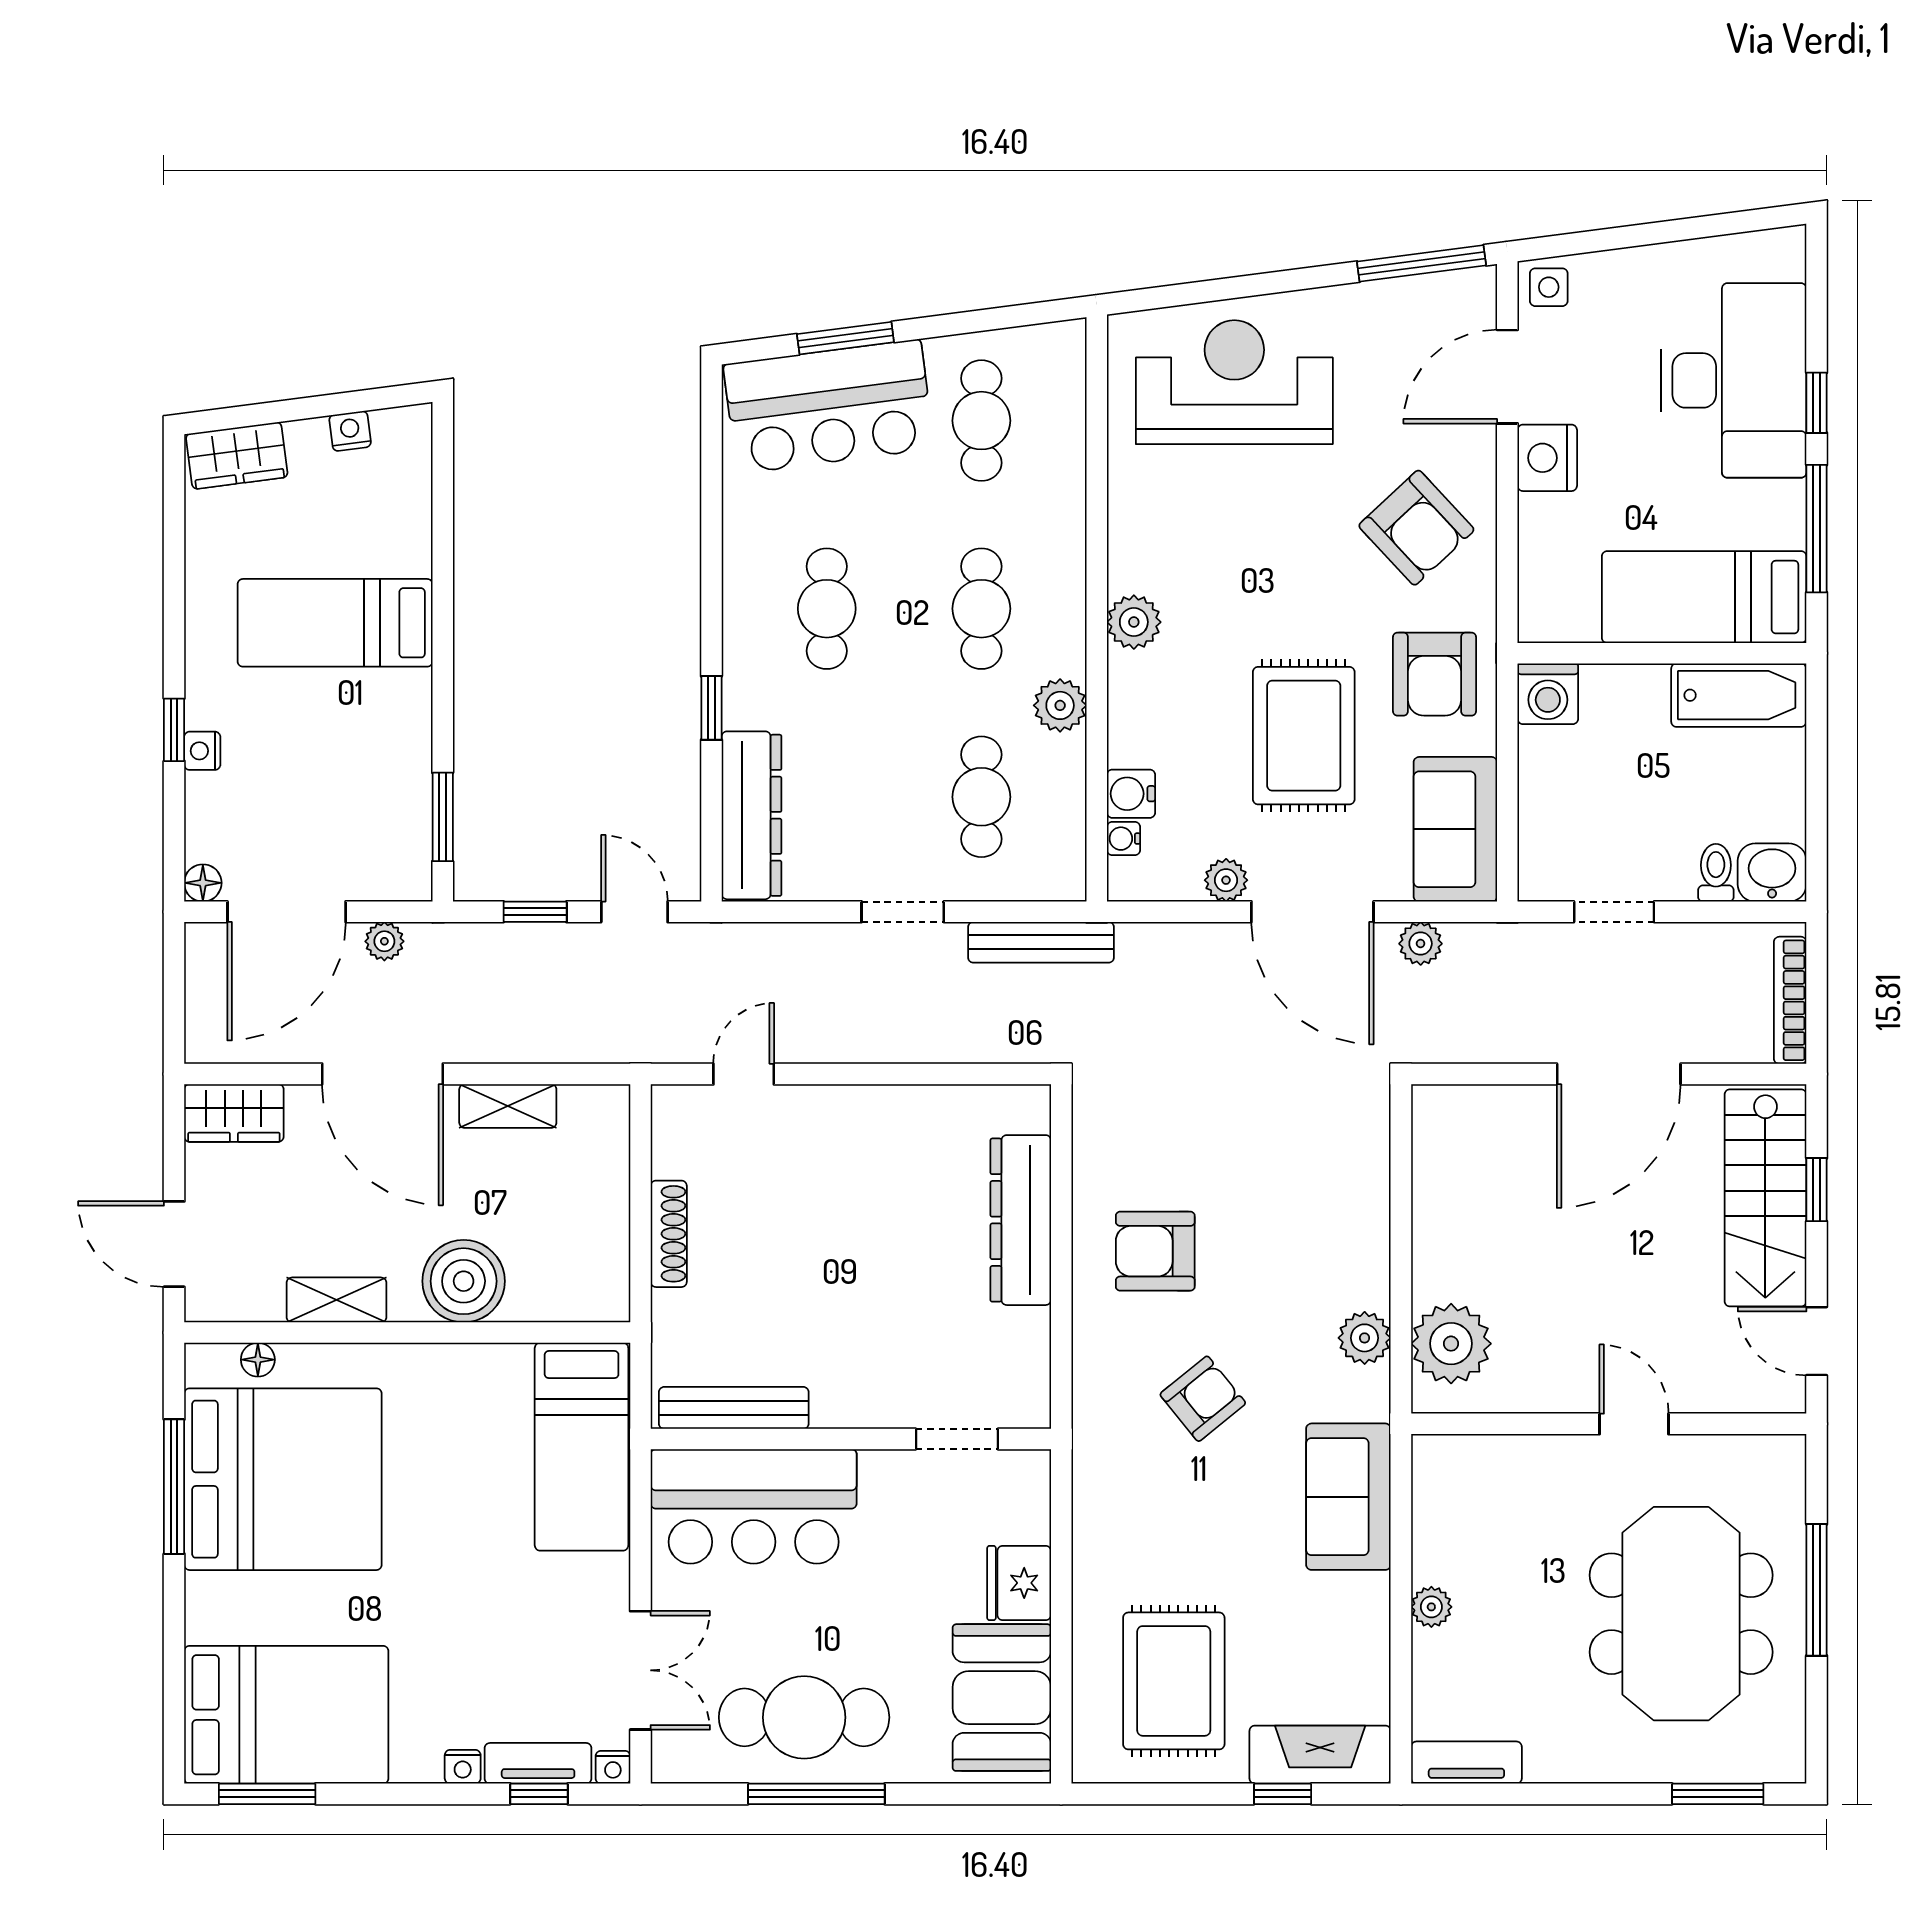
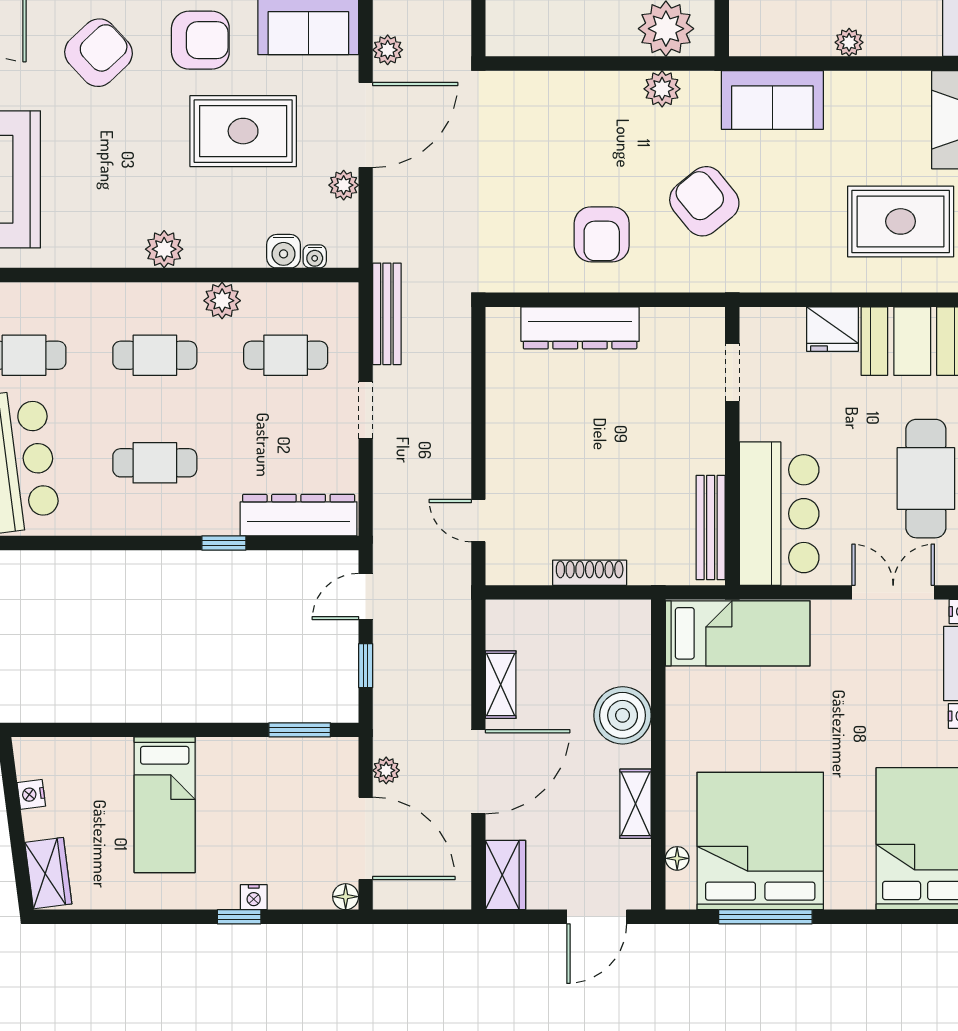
armchair: (1203, 1399) -> (704, 201), width x1.38, depth x1.38

